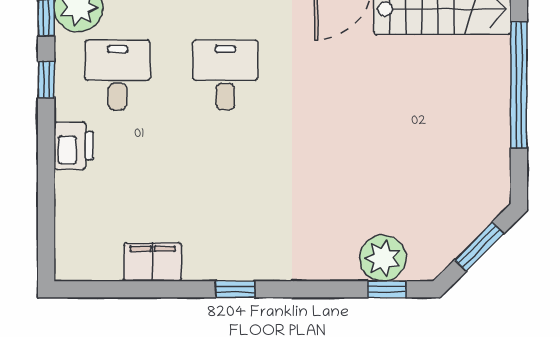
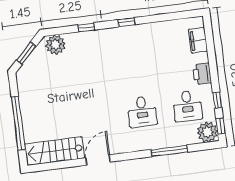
plant: (383, 258) -> (55, 45), moved
filing cabinet: (153, 262) -> (198, 40), moved, turned 90
window: (387, 289) -> (86, 27), moved

